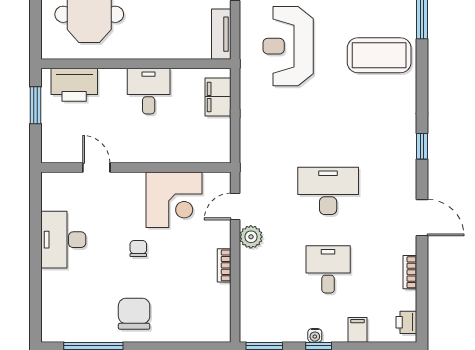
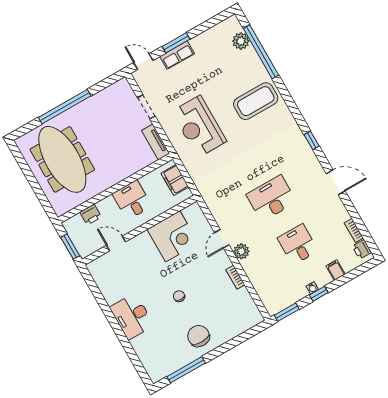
printer: (74, 85) -> (91, 215), width x0.53, depth x0.68
door: (96, 167) -> (116, 244), moved
wall: (136, 167) -> (139, 230), moved
corner desk: (174, 200) -> (173, 236), moved
bookcase: (410, 272) -> (354, 231), moved

